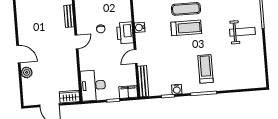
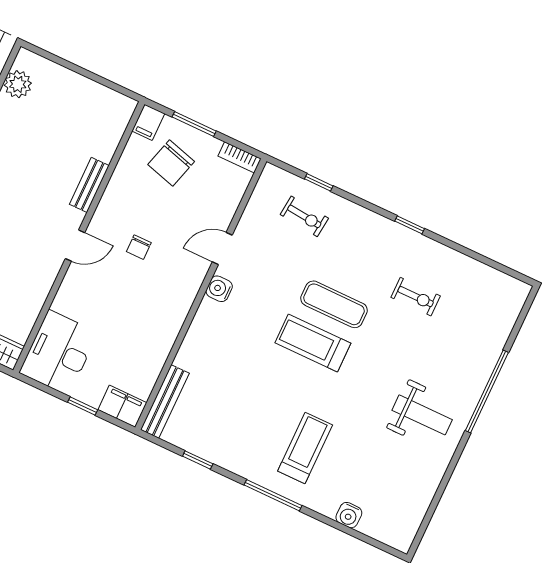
treadmill: (186, 28) -> (313, 343), turned 180
printer: (125, 33) -> (183, 283), removed
door: (136, 57) -> (222, 248), moved
water cooler: (177, 89) -> (349, 515), moved

